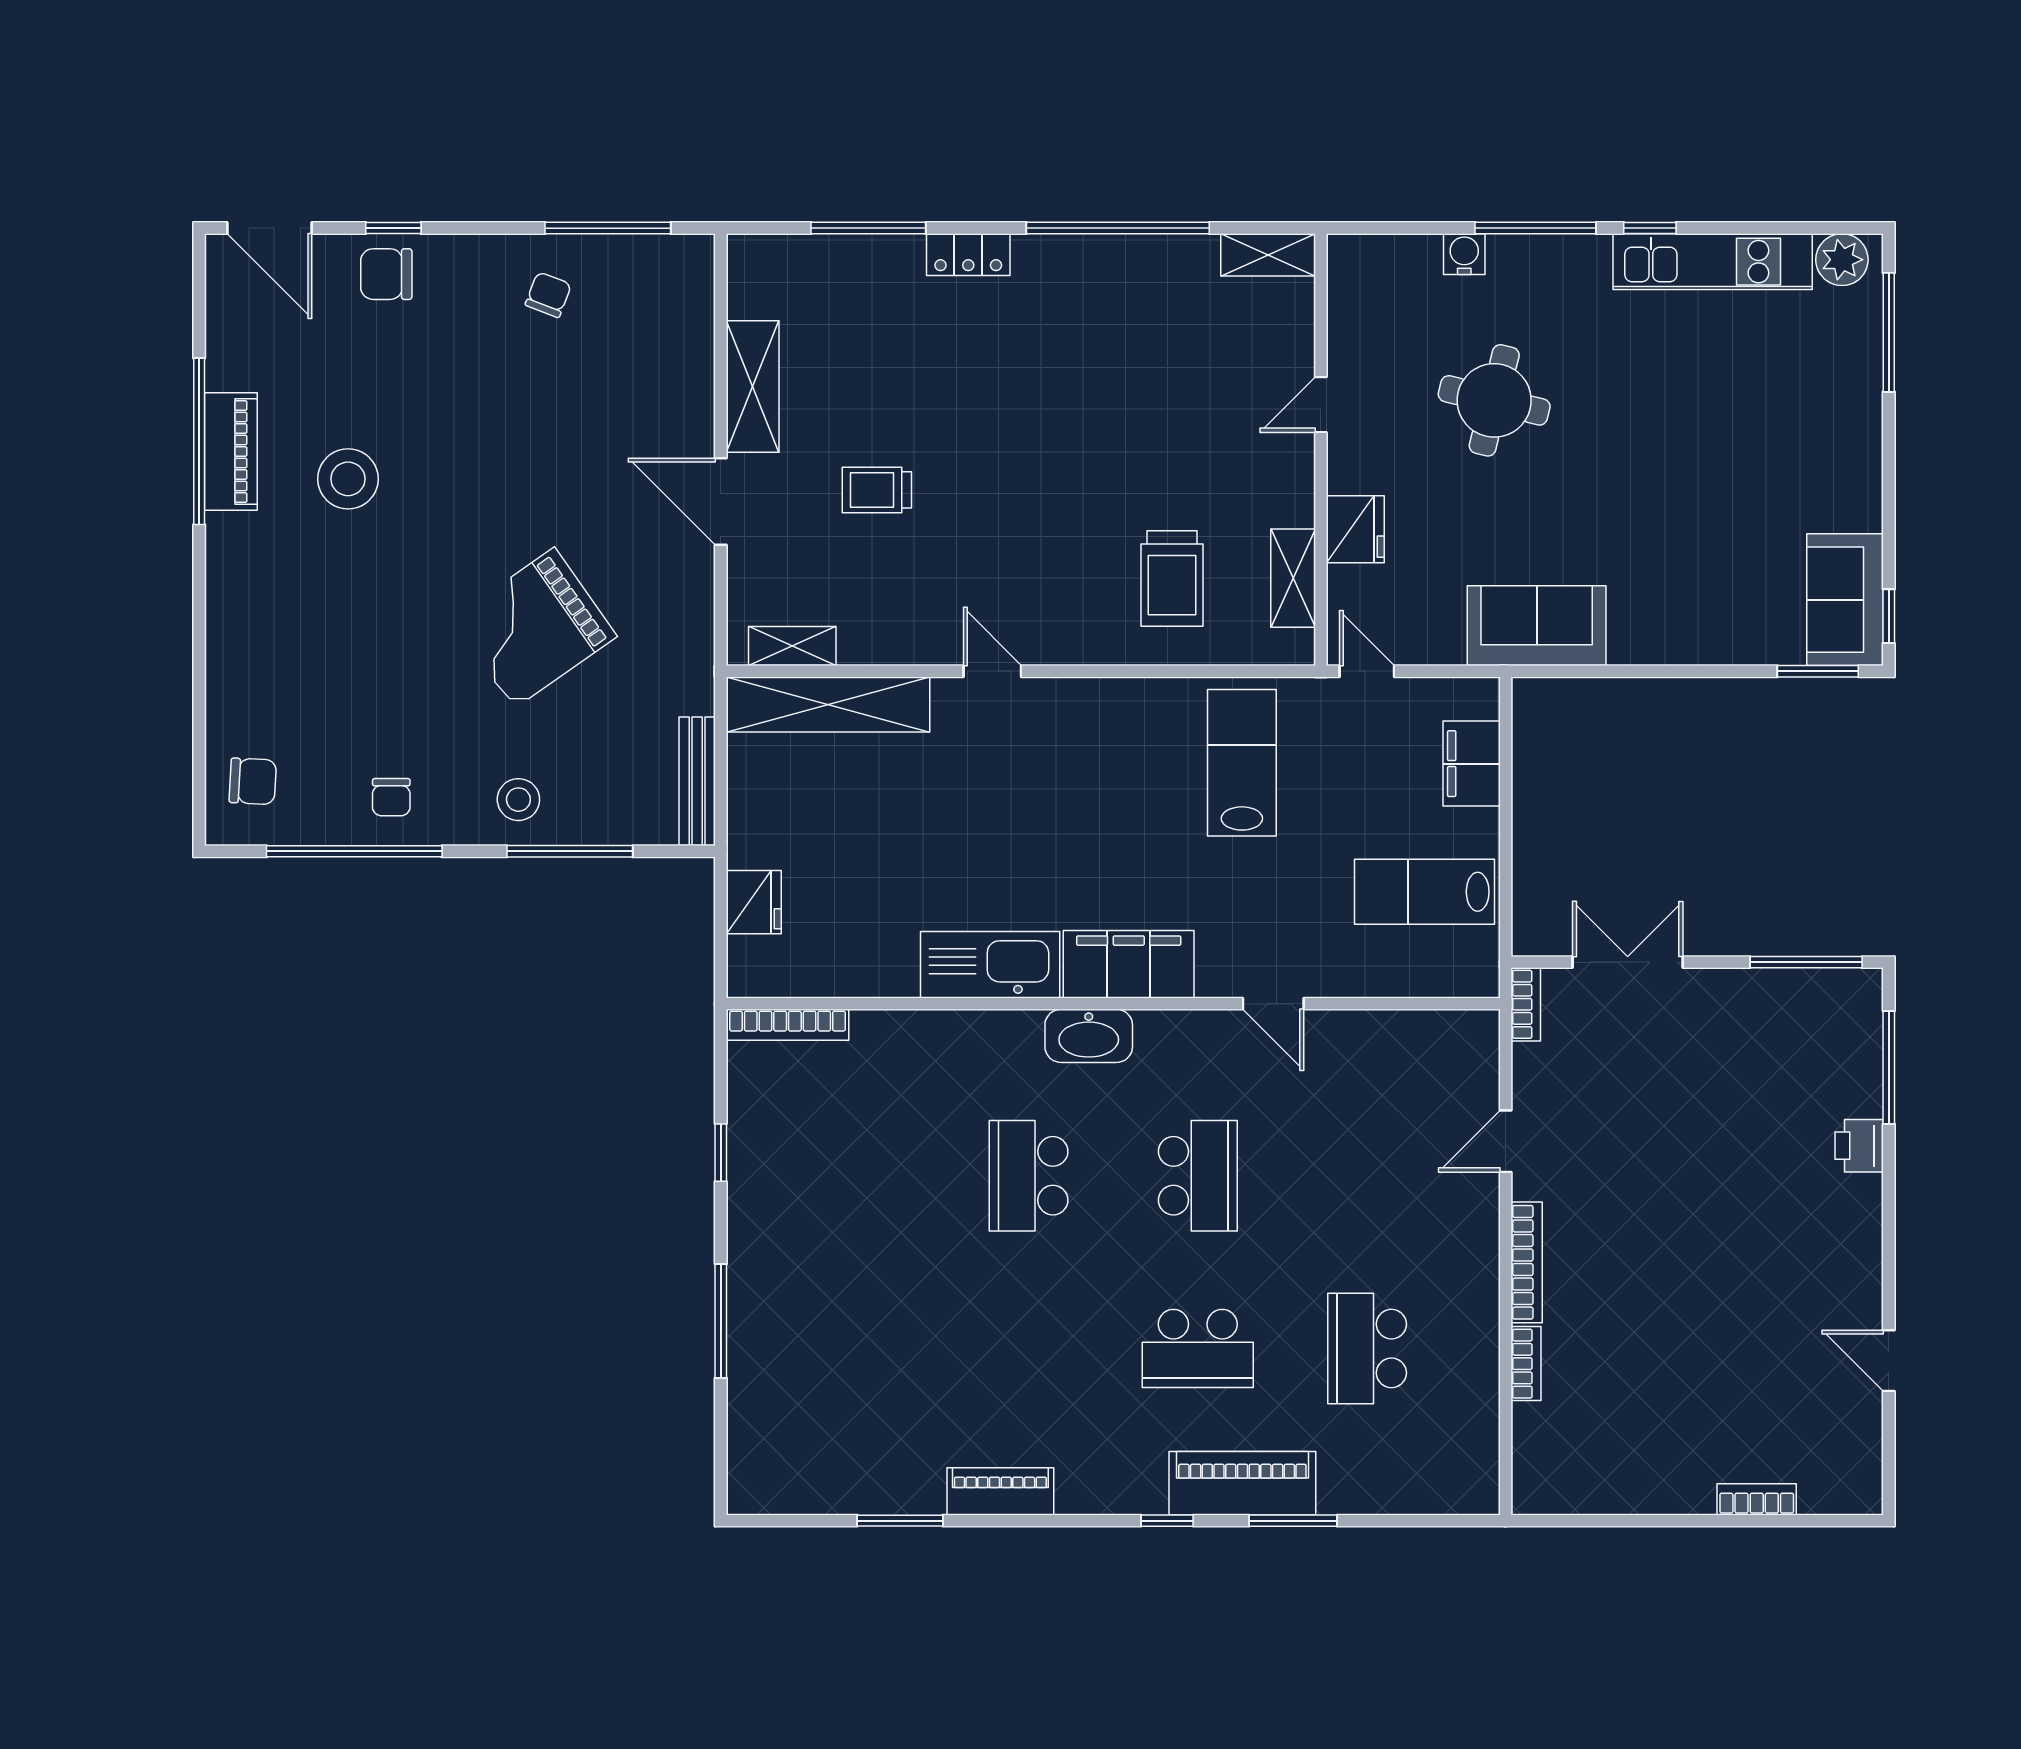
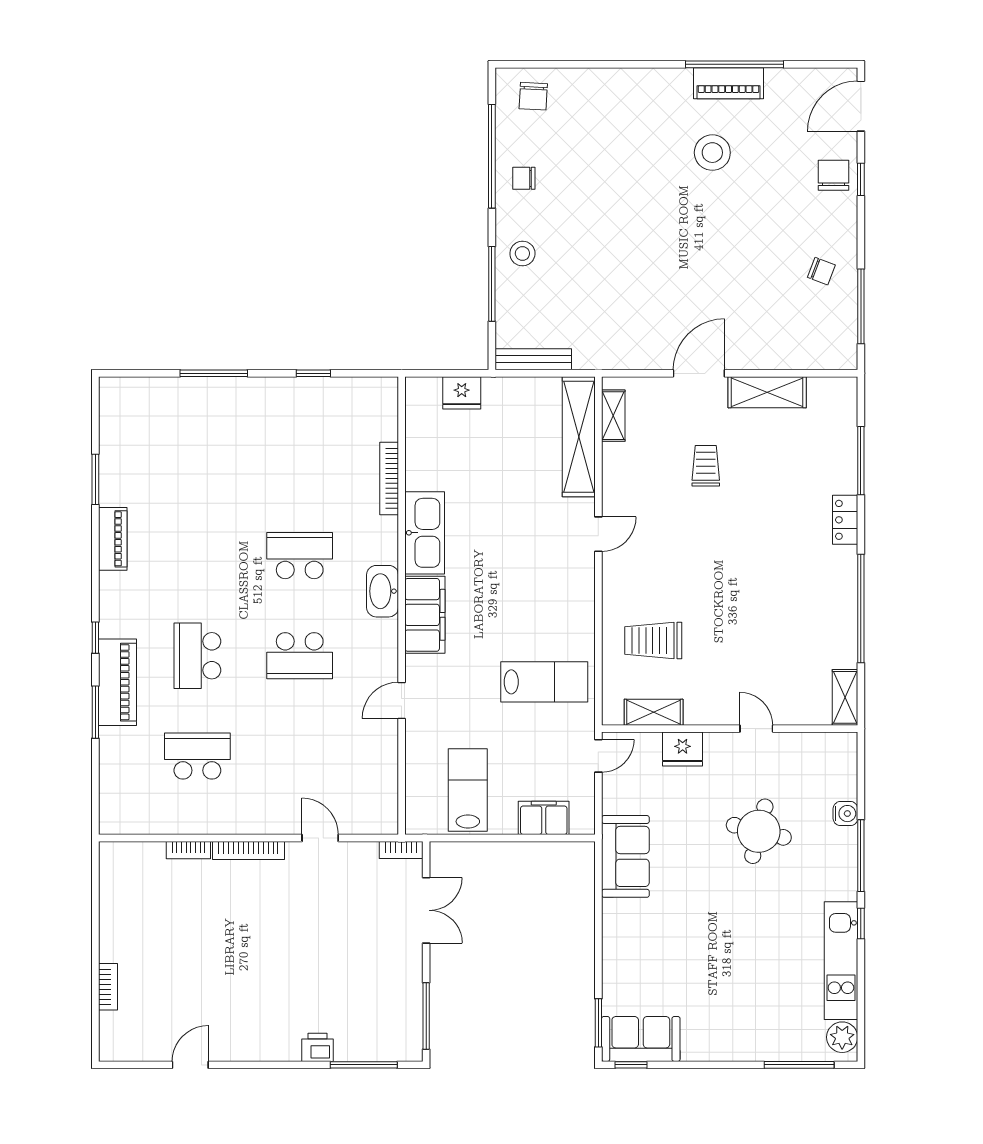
grand piano: (534, 628) -> (624, 263), removed
bookcase: (788, 1025) -> (389, 479), moved

